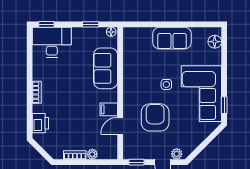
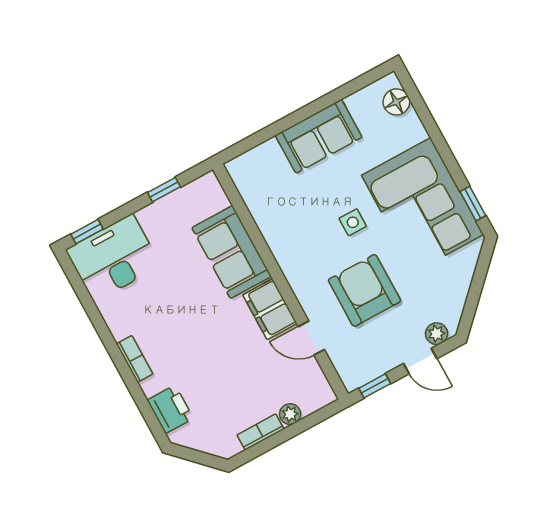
floor lamp: (111, 32) -> (207, 183), removed
filing cabinet: (109, 109) -> (270, 309), width x2.00
door: (120, 126) -> (311, 338), hinge flipped

